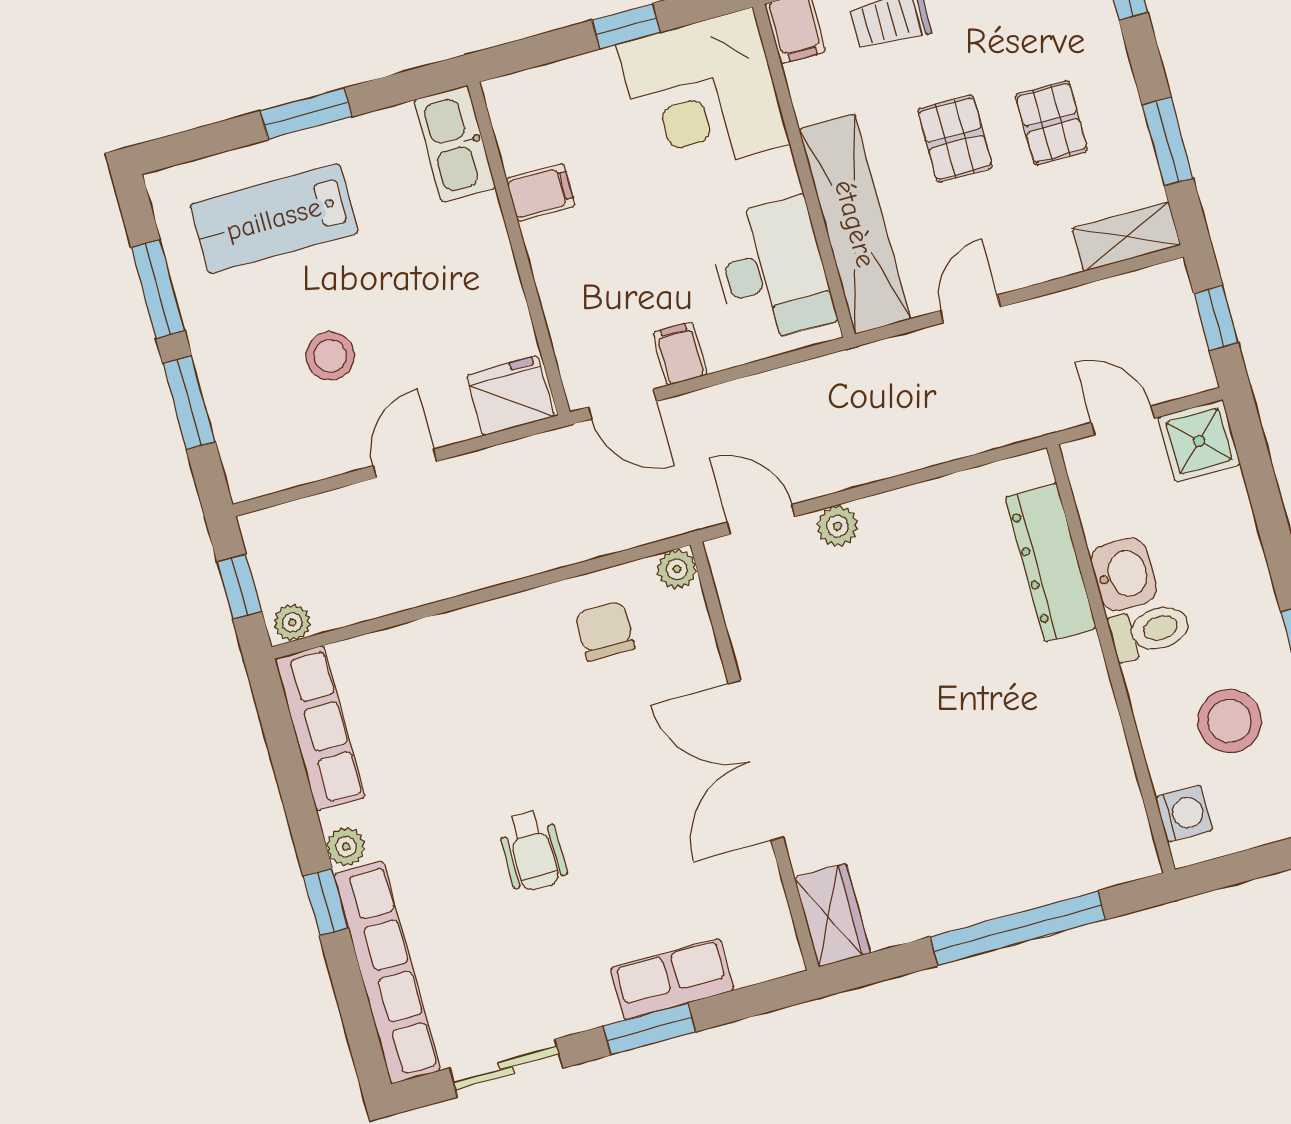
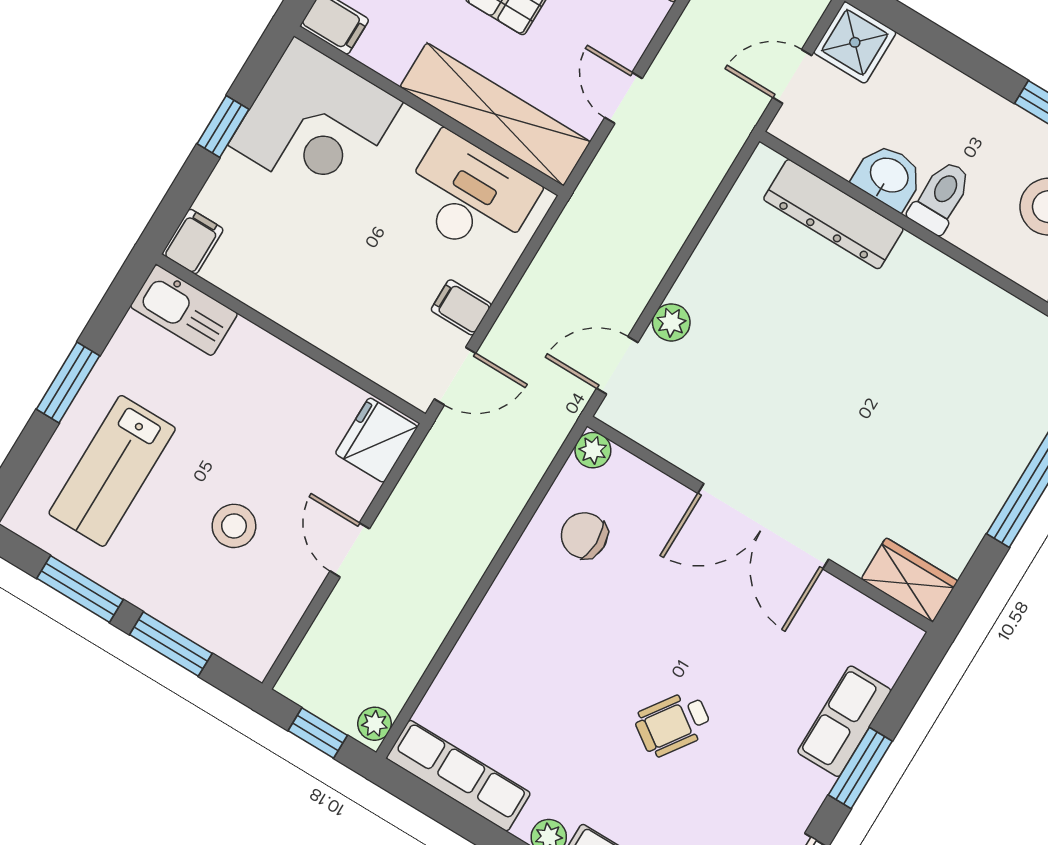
filing cabinet: (541, 192) -> (193, 242), moved
wheelchair: (532, 850) -> (673, 724), turned 125

